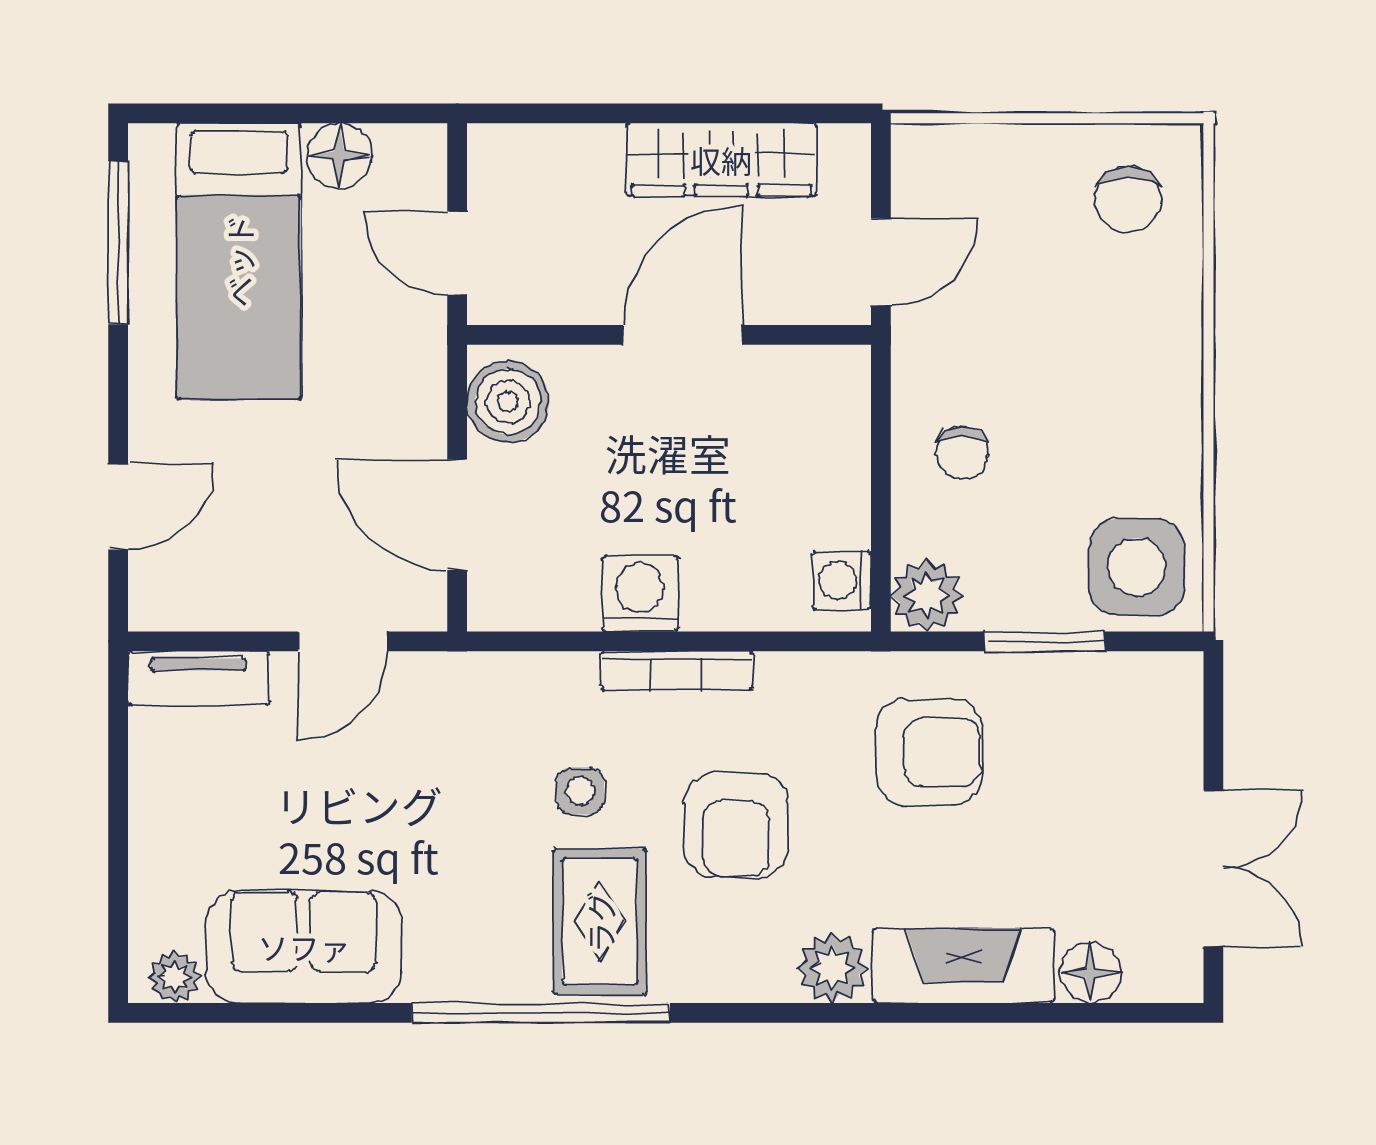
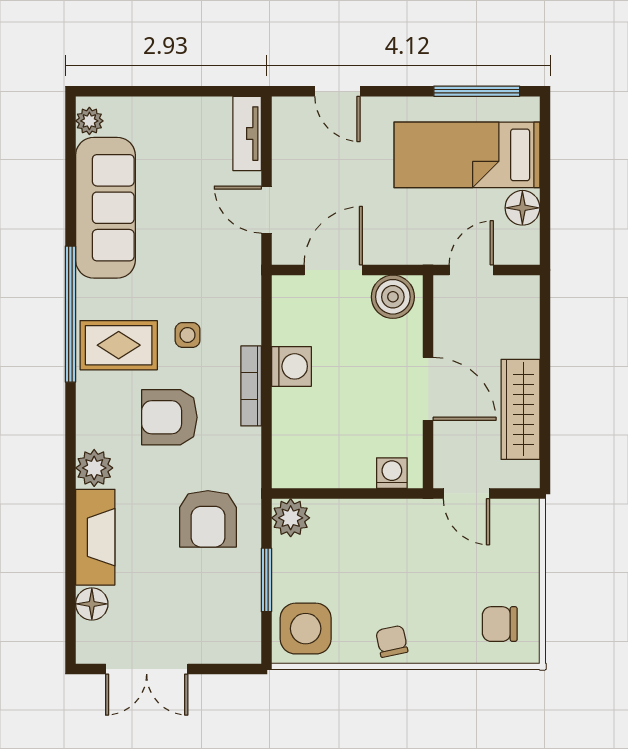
chair: (962, 453) -> (392, 641), moved, turned 78
washing machine: (842, 581) -> (392, 473), moved
sofa: (304, 947) -> (105, 208), width x1.36

